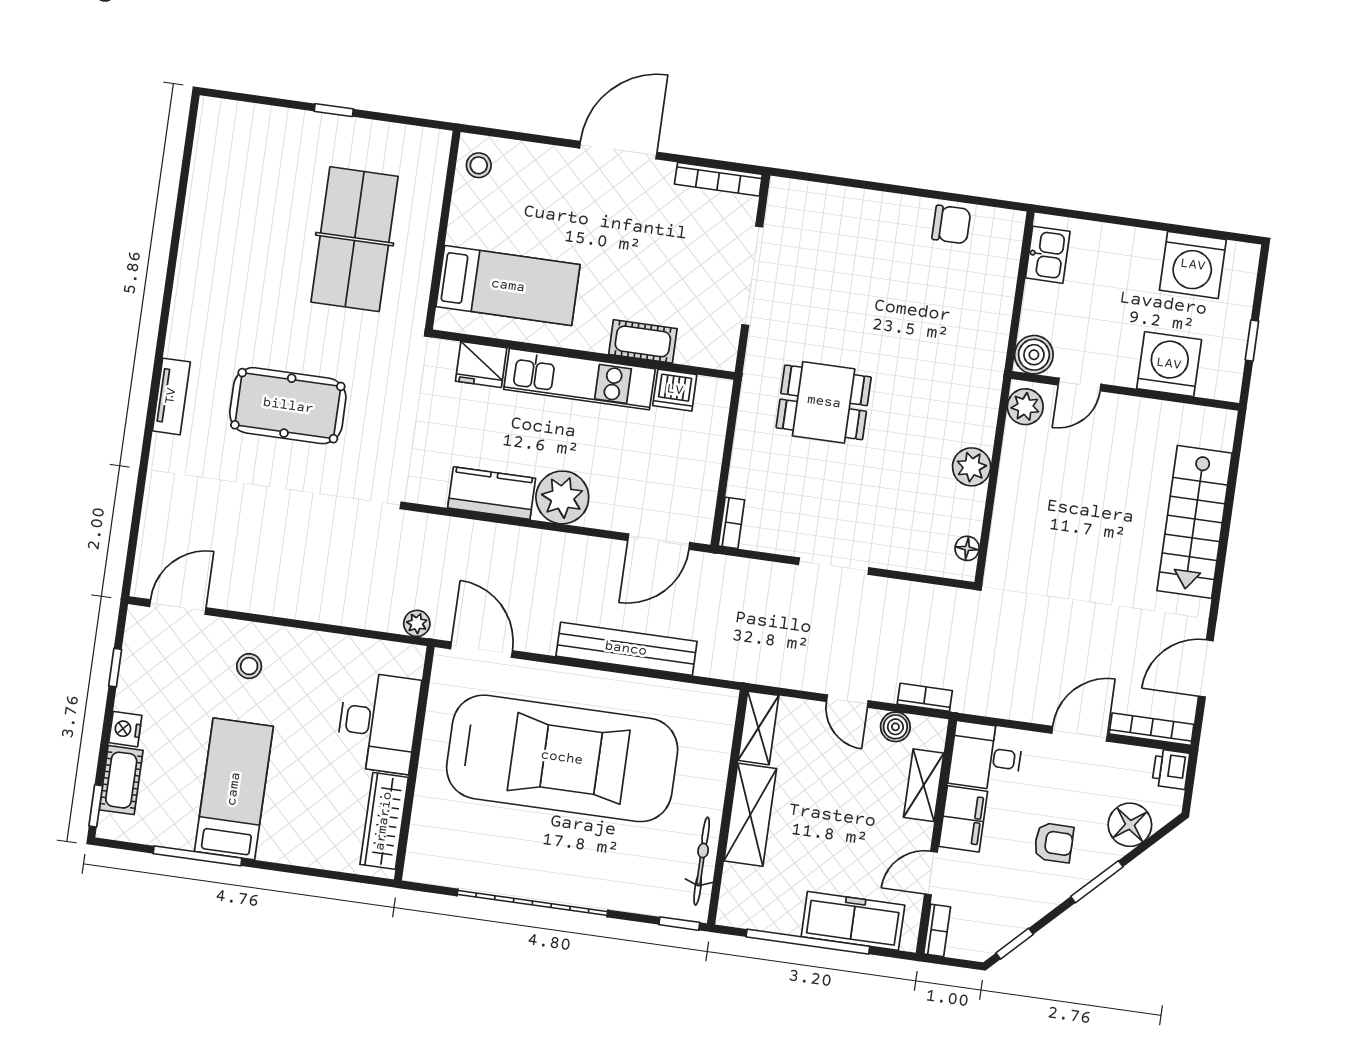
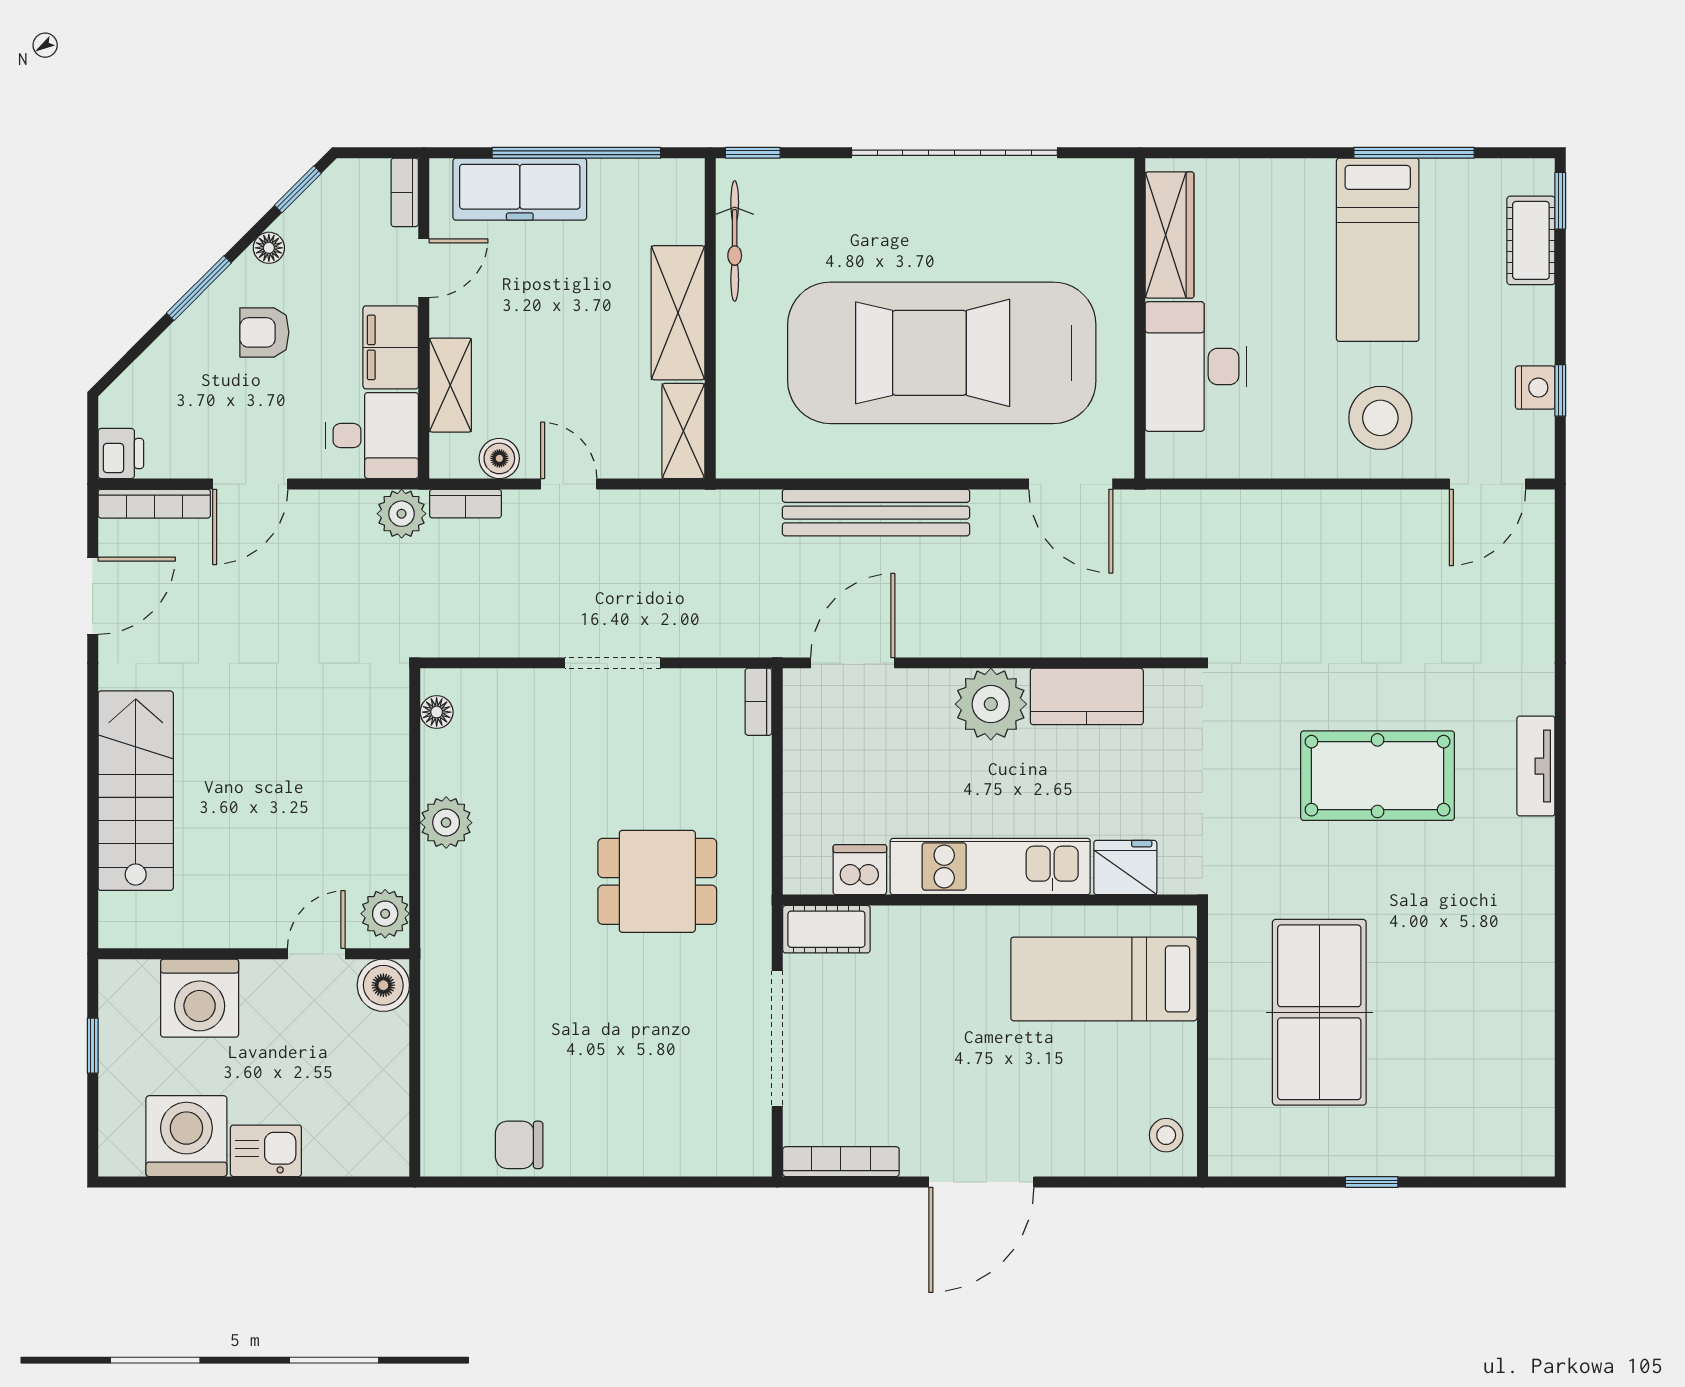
kitchen sink: (1048, 255) -> (266, 1151), moved, turned 90
cot: (643, 341) -> (826, 929), moved
plant: (417, 623) -> (402, 514), moved, width x1.38, depth x1.38
stool: (249, 666) -> (1380, 418), width x1.89, depth x1.89
nightstand: (125, 729) -> (1535, 388), moved
floor lamp: (1130, 825) -> (269, 248), moved, width x0.53, depth x0.53

